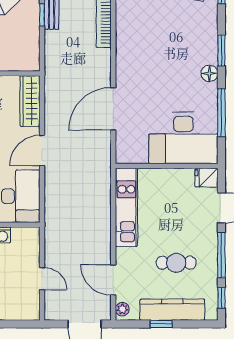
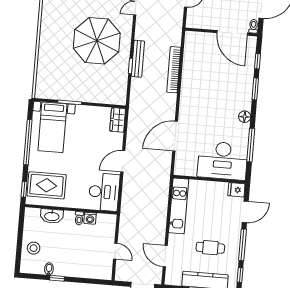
window: (221, 50) -> (255, 89), moved
wardrobe: (30, 101) -> (118, 120), width x0.67
plant: (122, 309) -> (170, 277), removed

